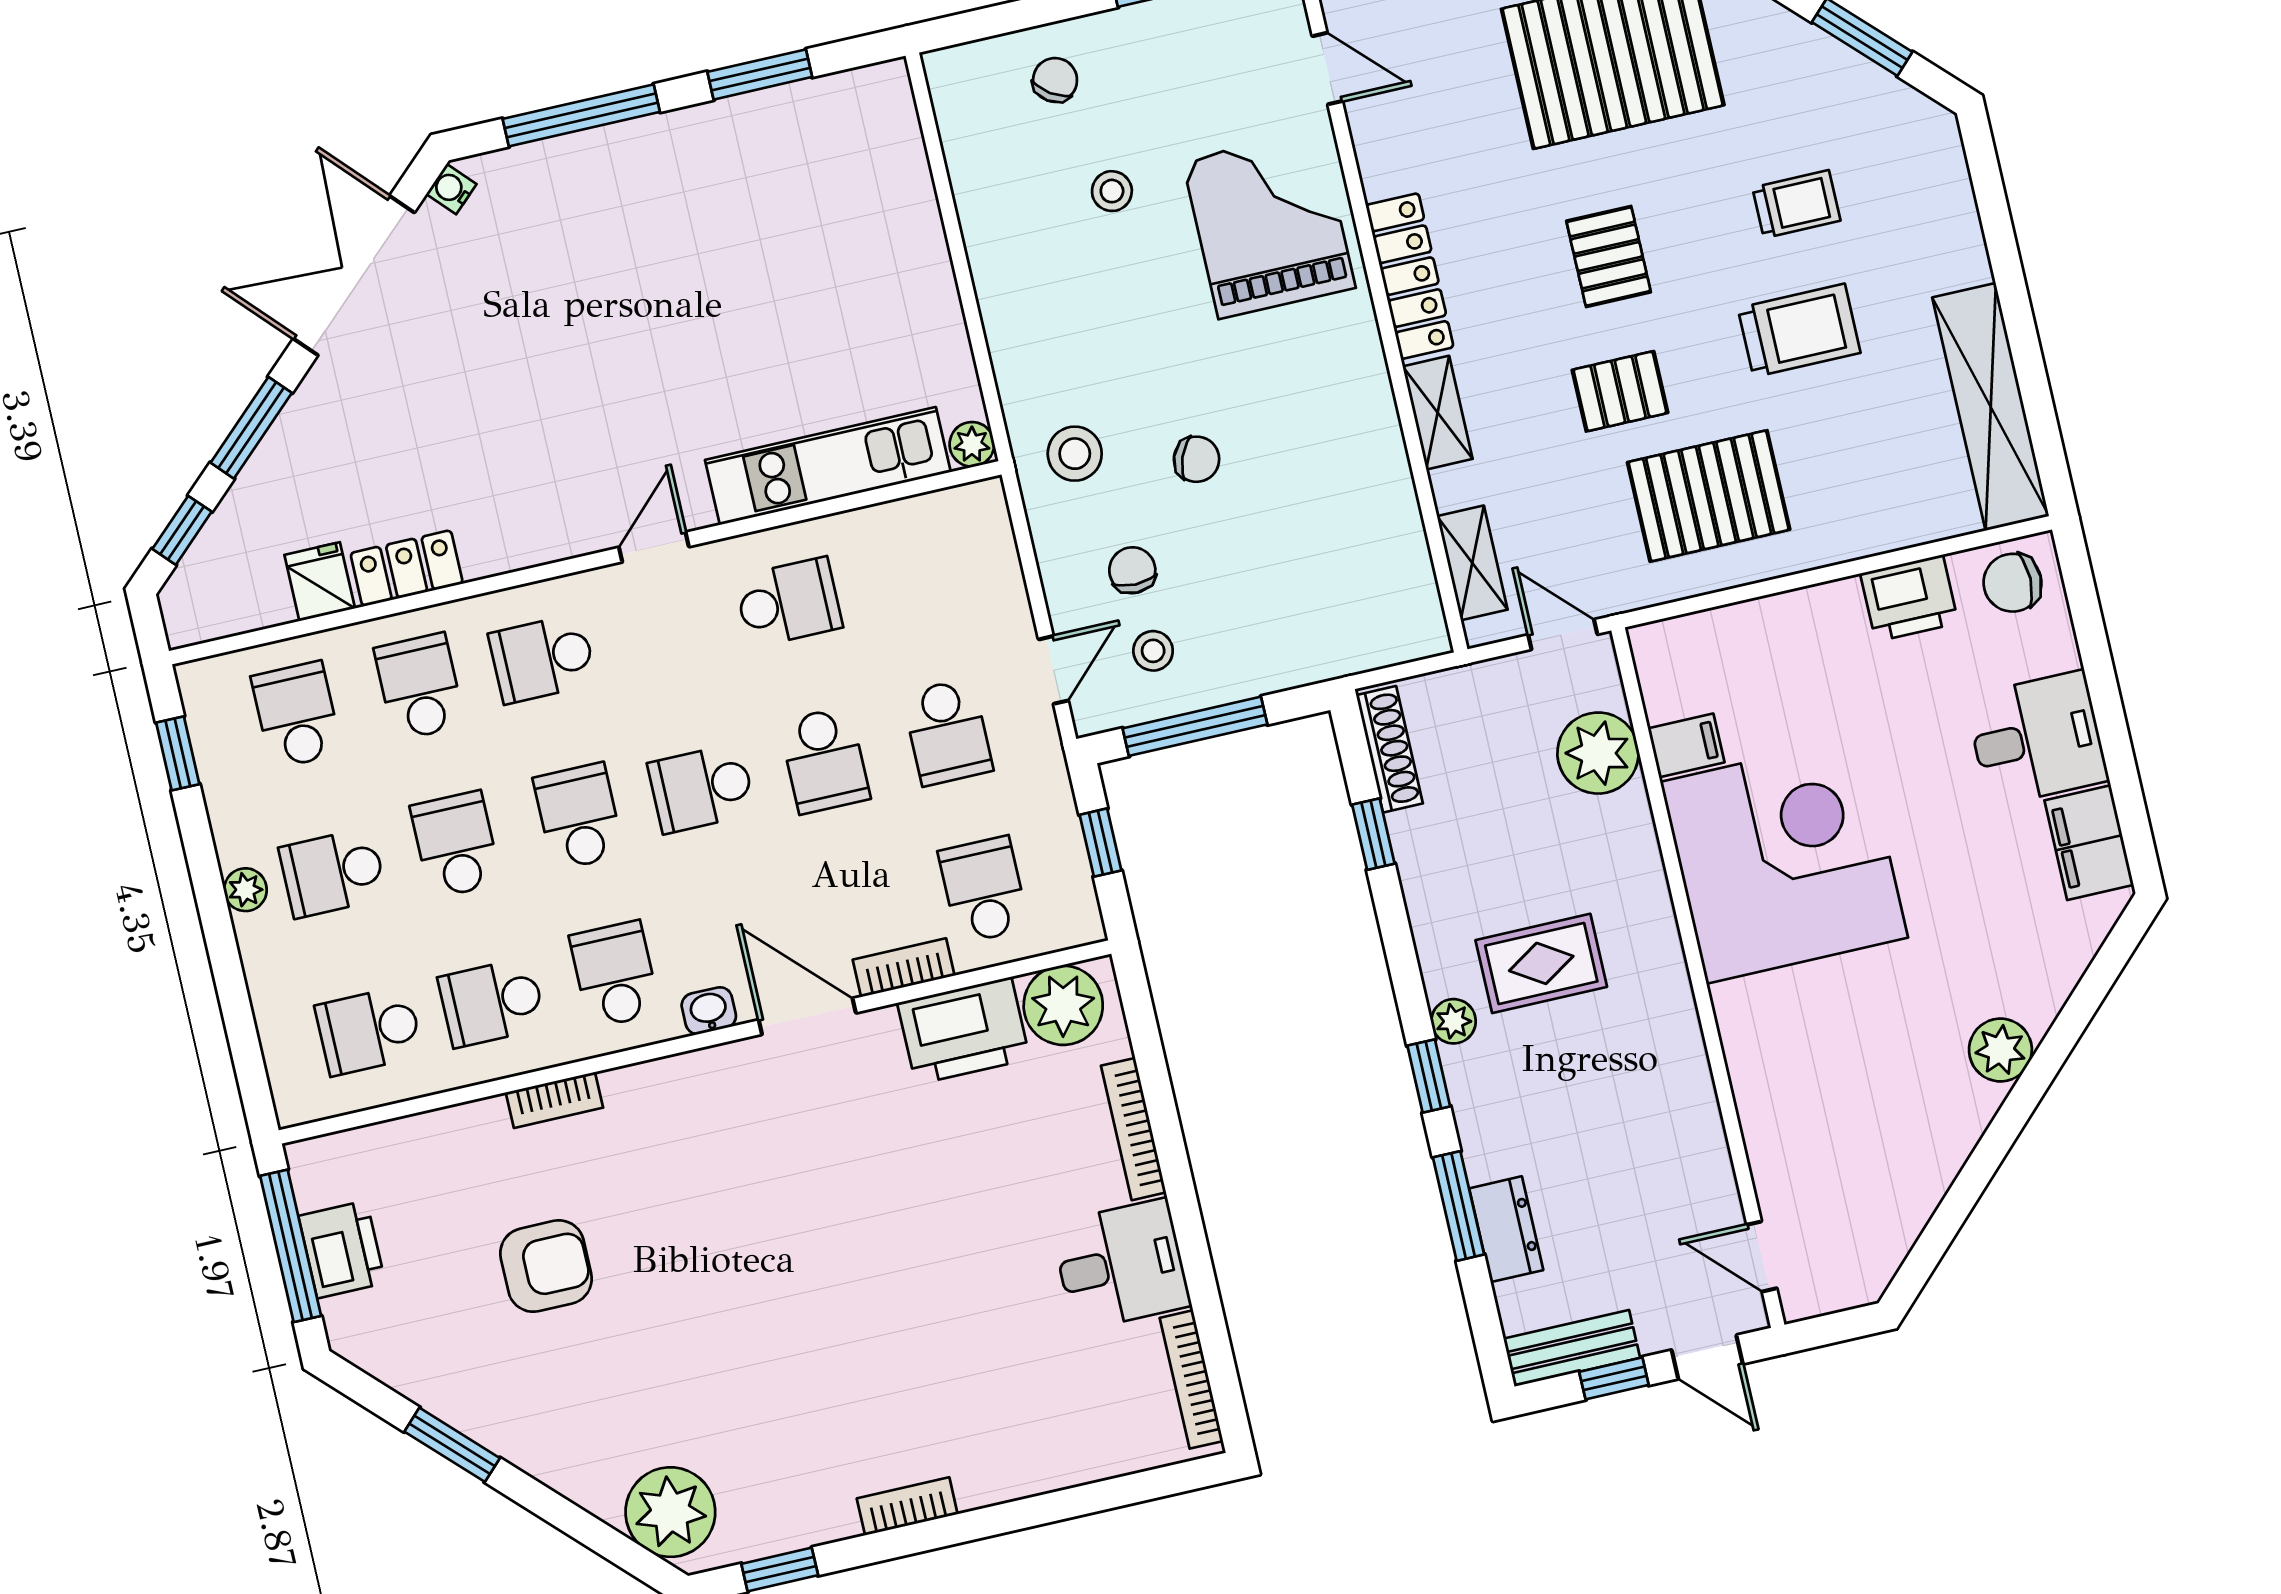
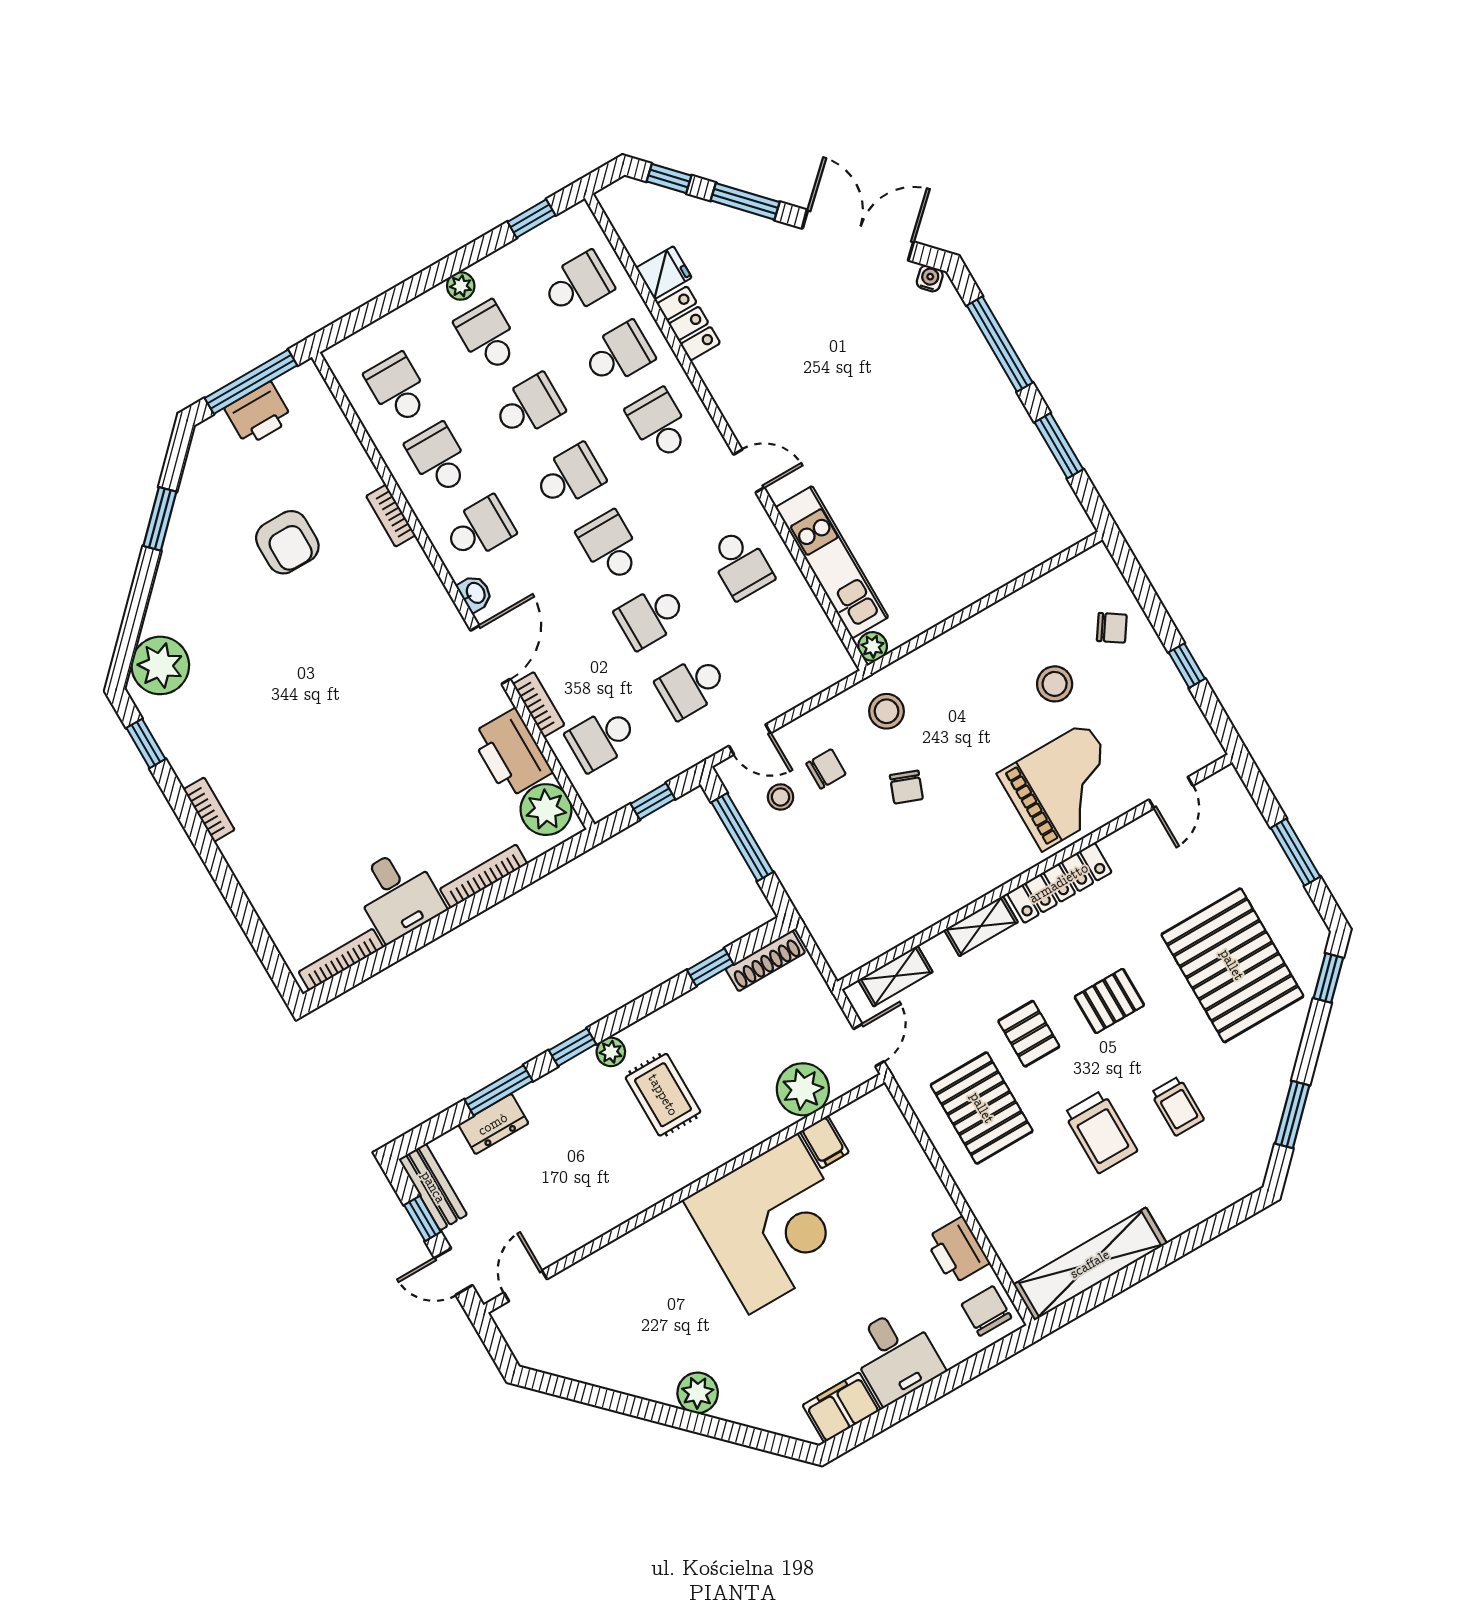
stool: (1112, 191) -> (1055, 684), width x1.37, depth x1.37
school desk: (984, 890) -> (602, 739), turned 180
door: (1707, 1357) -> (453, 1272), hinge flipped

